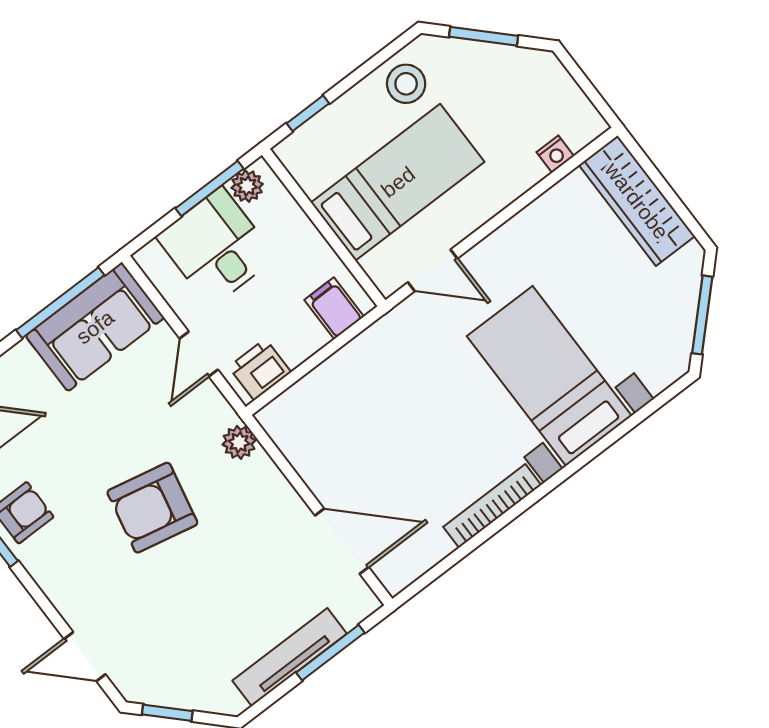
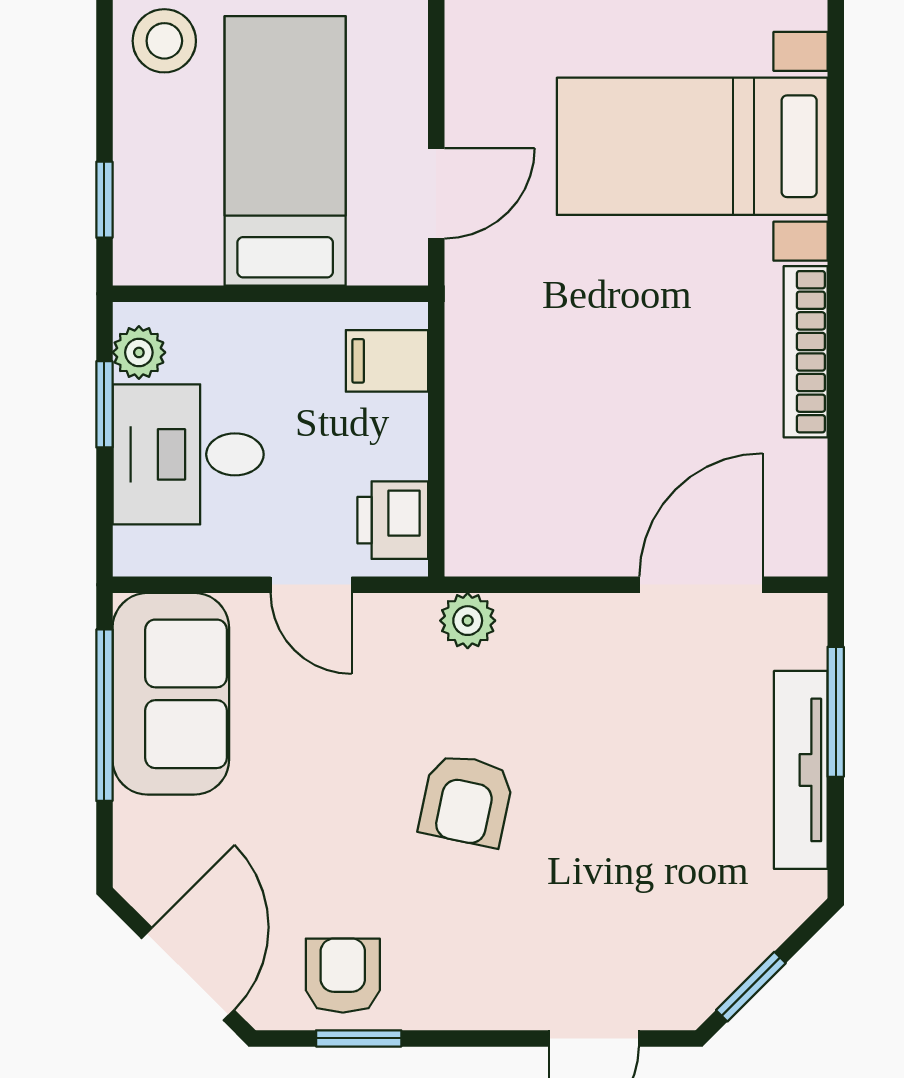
window: (210, 188) -> (104, 404), width x0.67
armchair: (152, 508) -> (466, 800), width x0.72, depth x0.72

